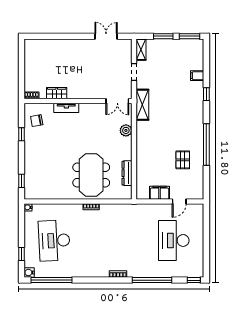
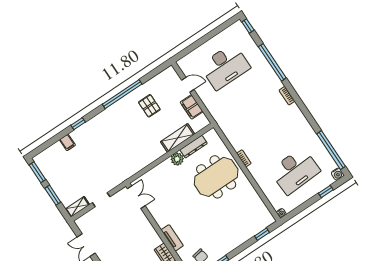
shelving: (142, 105) -> (178, 138), moved
plant: (126, 130) -> (177, 159), moved
pallet: (183, 160) -> (149, 106), turned 90

